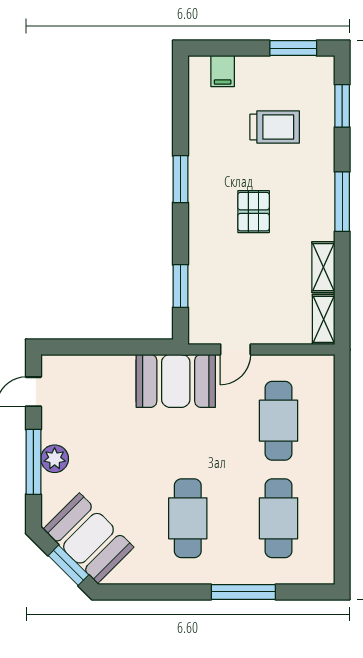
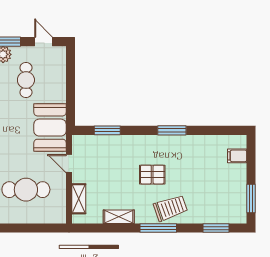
trolley: (275, 127) -> (170, 208), moved, turned -109
shelving: (324, 319) -> (79, 199), moved, turned 90
cafe table: (97, 421) -> (26, 80), added

